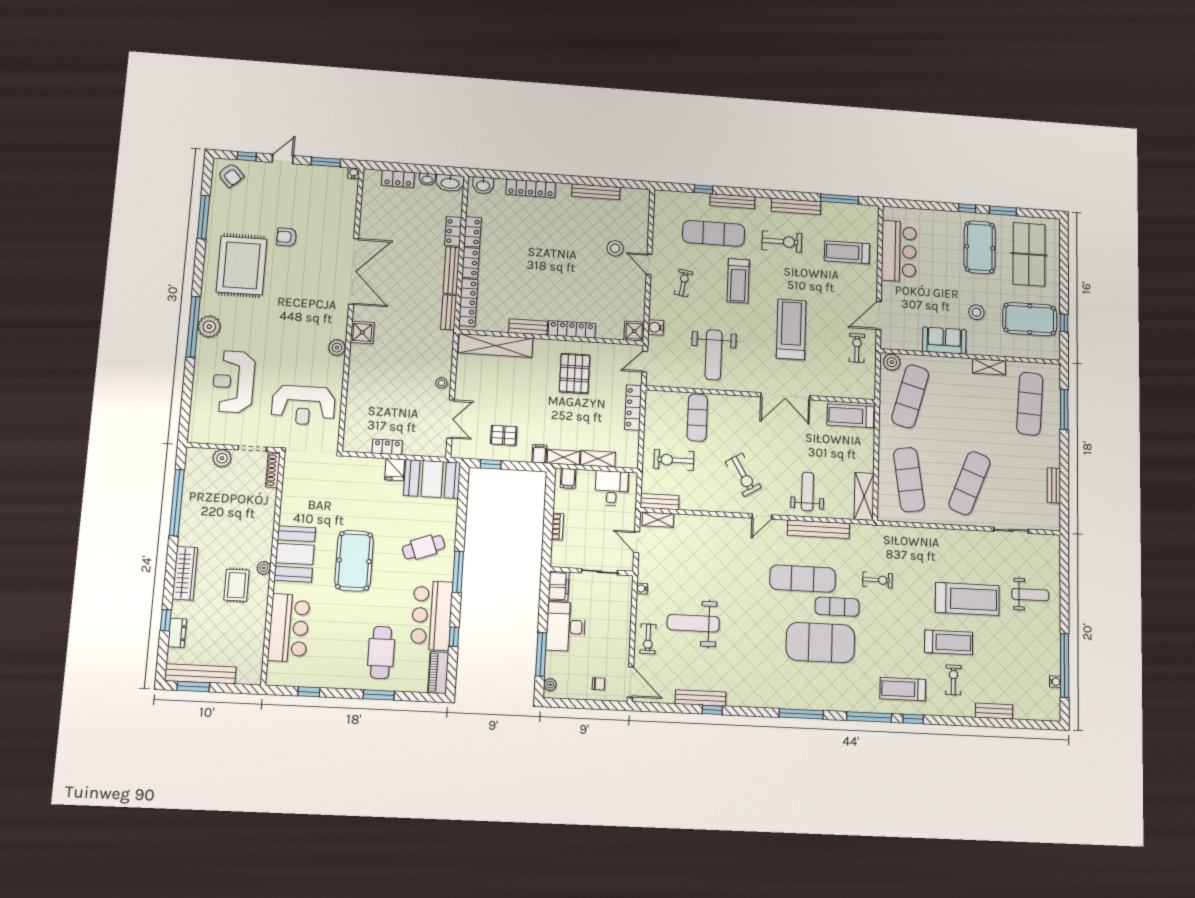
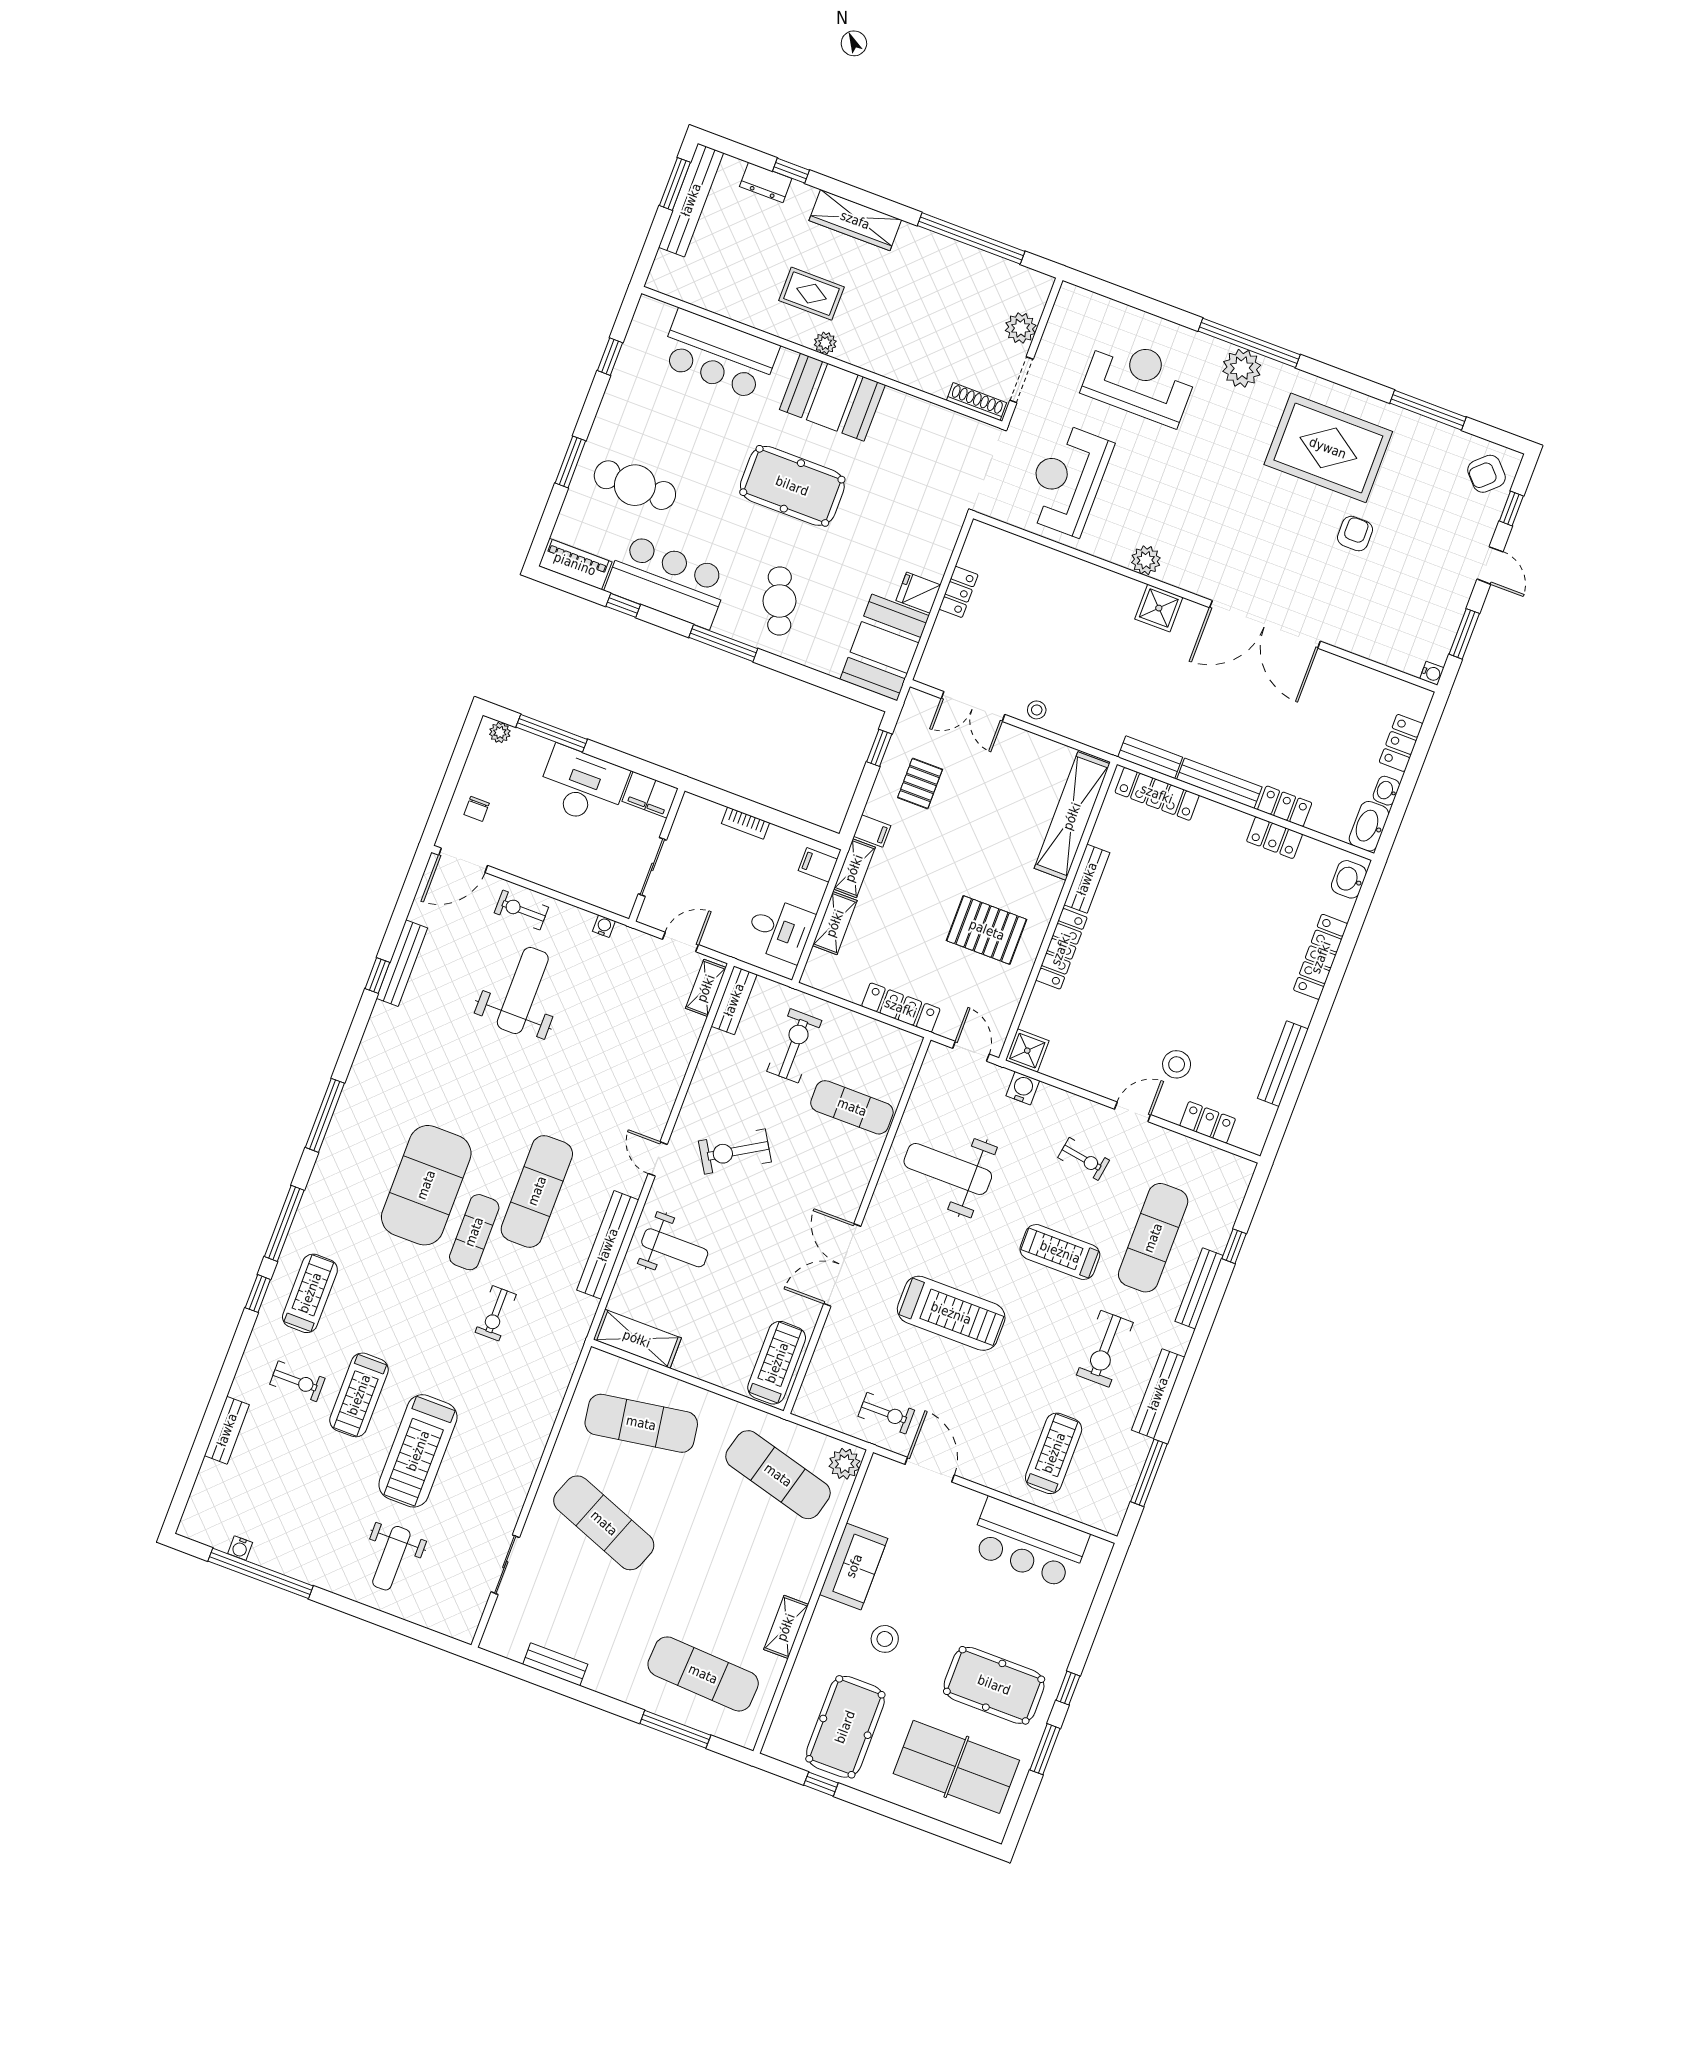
locker: (471, 263) -> (1208, 1122), moved, turned 180

